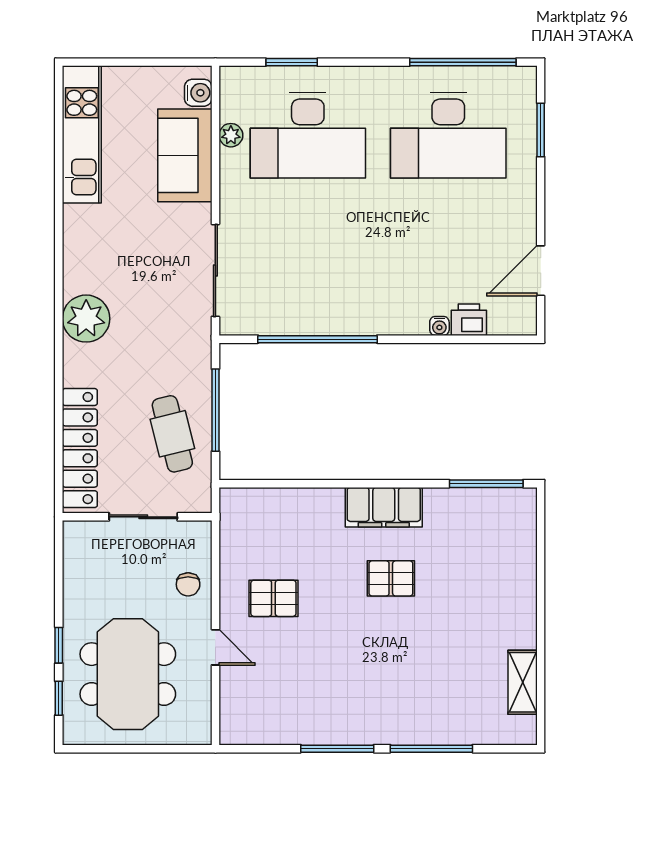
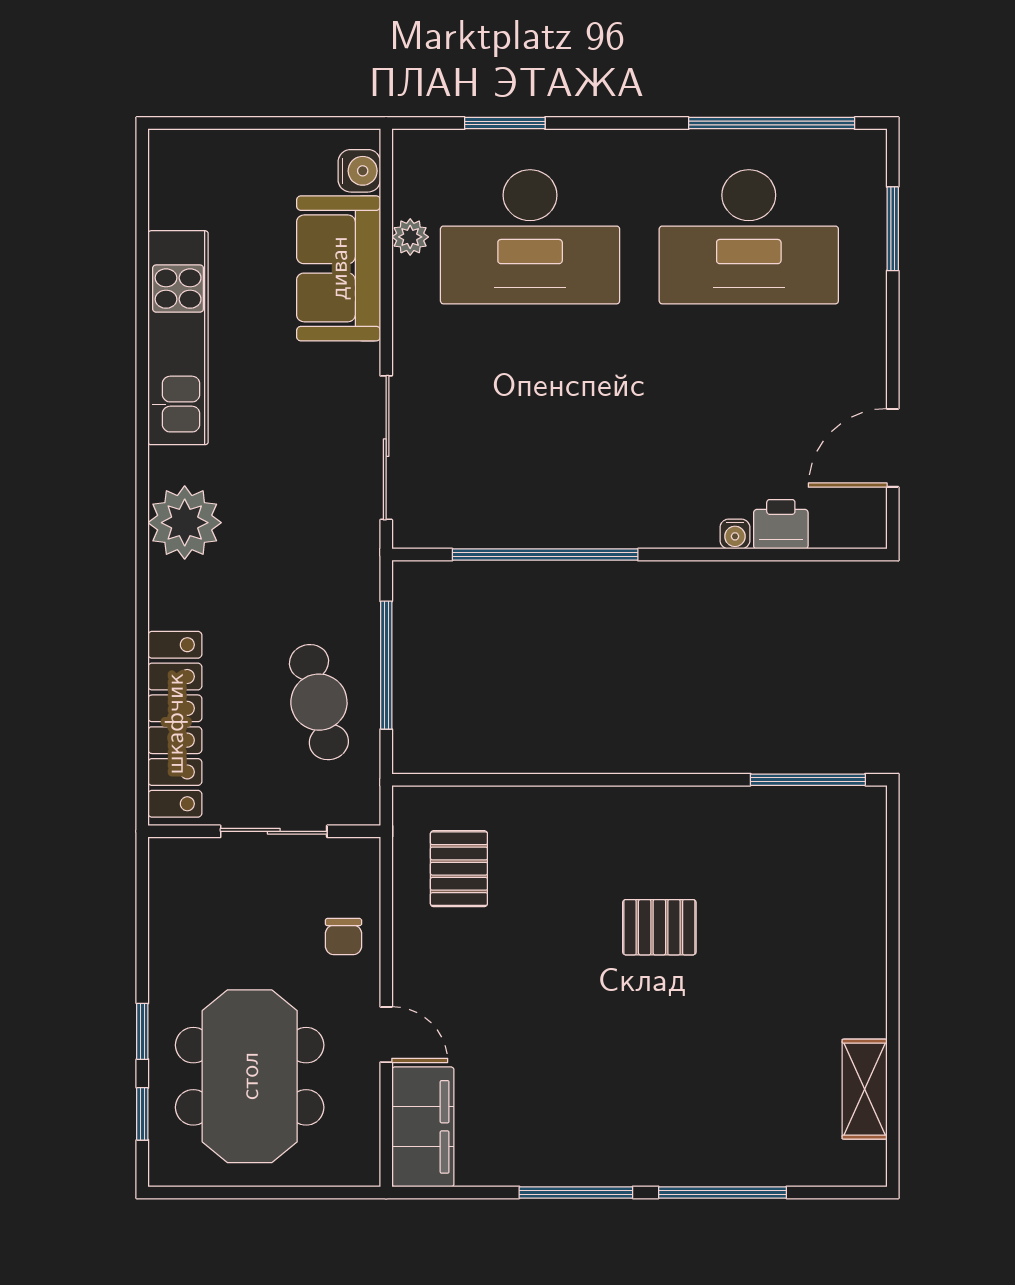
kitchen unit: (82, 134) -> (178, 338), moved
filing cabinet: (384, 507) -> (423, 1127), moved, turned -90
pallet: (273, 598) -> (459, 869), moved, turned 90

